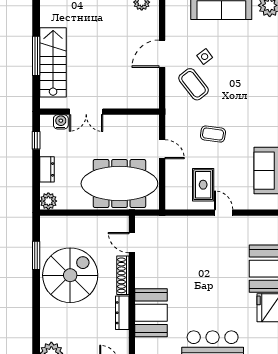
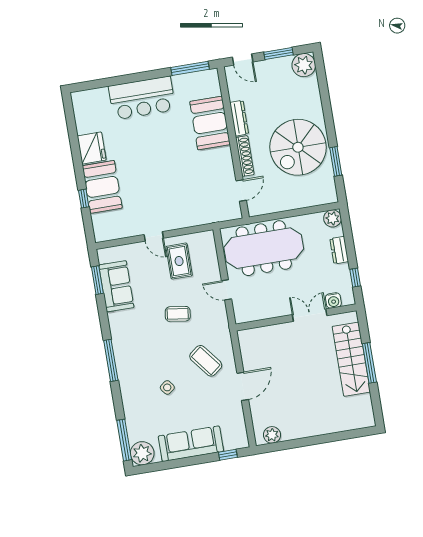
side table: (205, 57) -> (167, 387), moved
door: (132, 243) -> (241, 191), hinge flipped

